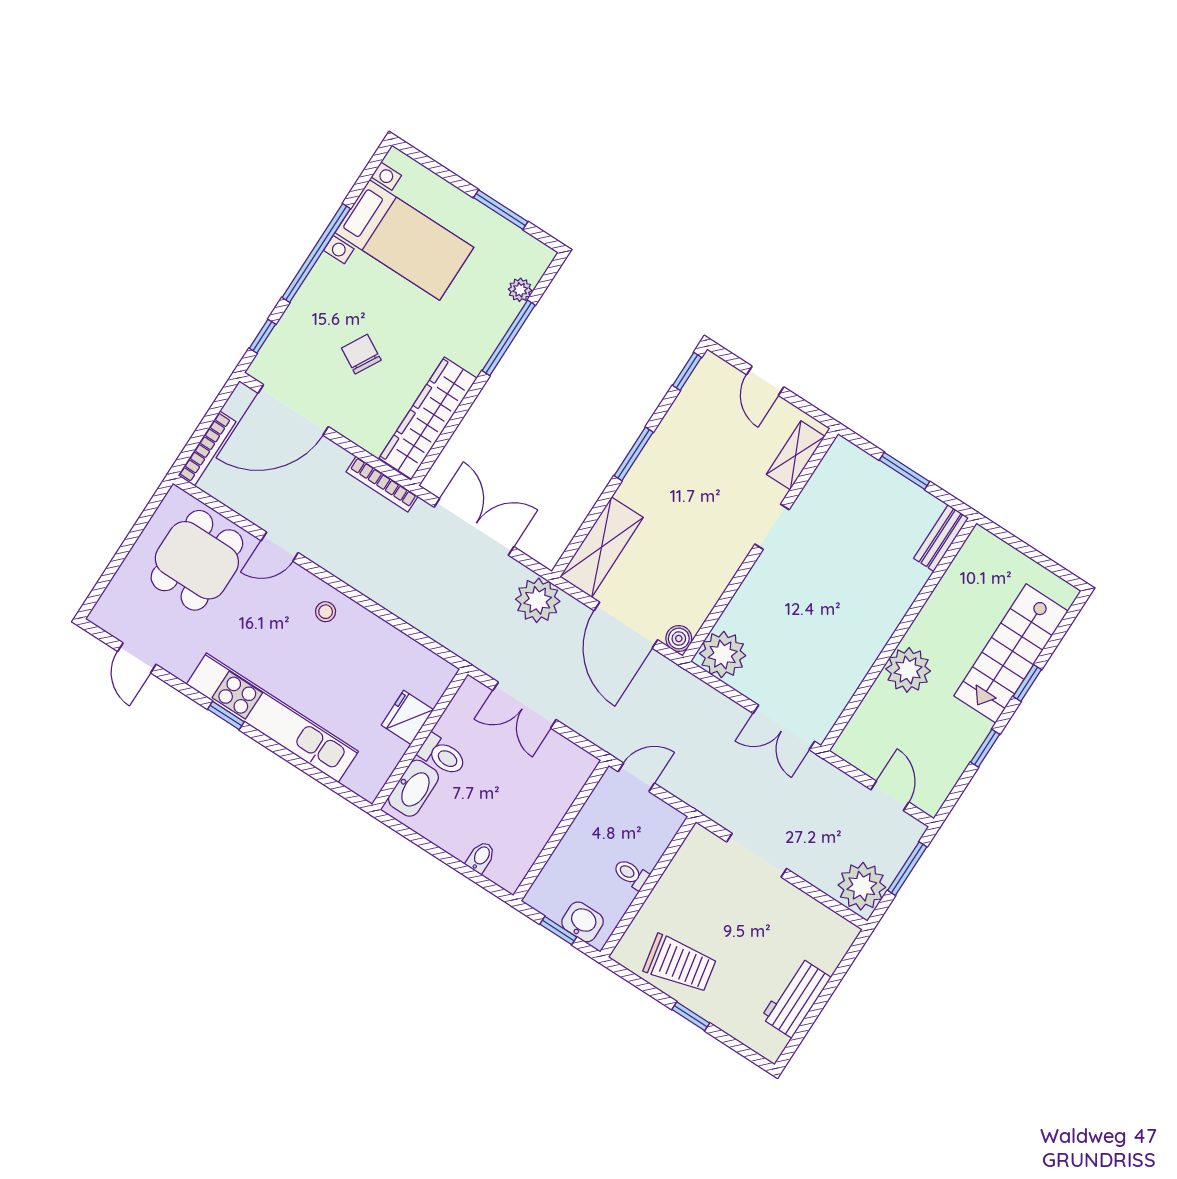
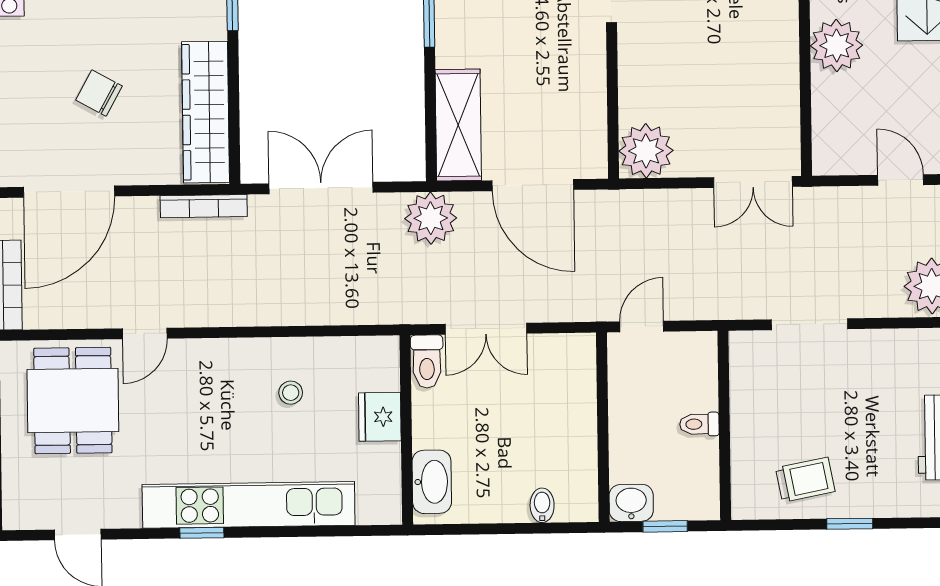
stool: (326, 612) -> (291, 393), moved
boiler: (679, 639) -> (593, 164), removed
toilet: (442, 755) -> (427, 362), moved, turned 90
washbasin: (583, 922) -> (631, 503), moved
trolley: (680, 964) -> (805, 480), width x0.73, depth x0.72

